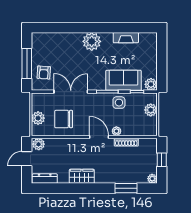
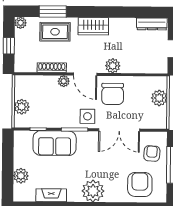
armchair: (53, 47) -> (140, 184), added
plant: (151, 84) -> (21, 176), moved
side table: (119, 103) -> (87, 116), moved
chair: (64, 119) -> (113, 94), moved, turned 90
plant: (39, 144) -> (113, 66), moved
rug: (124, 172) -> (55, 32), added
wardrobe: (82, 176) -> (93, 26), moved

